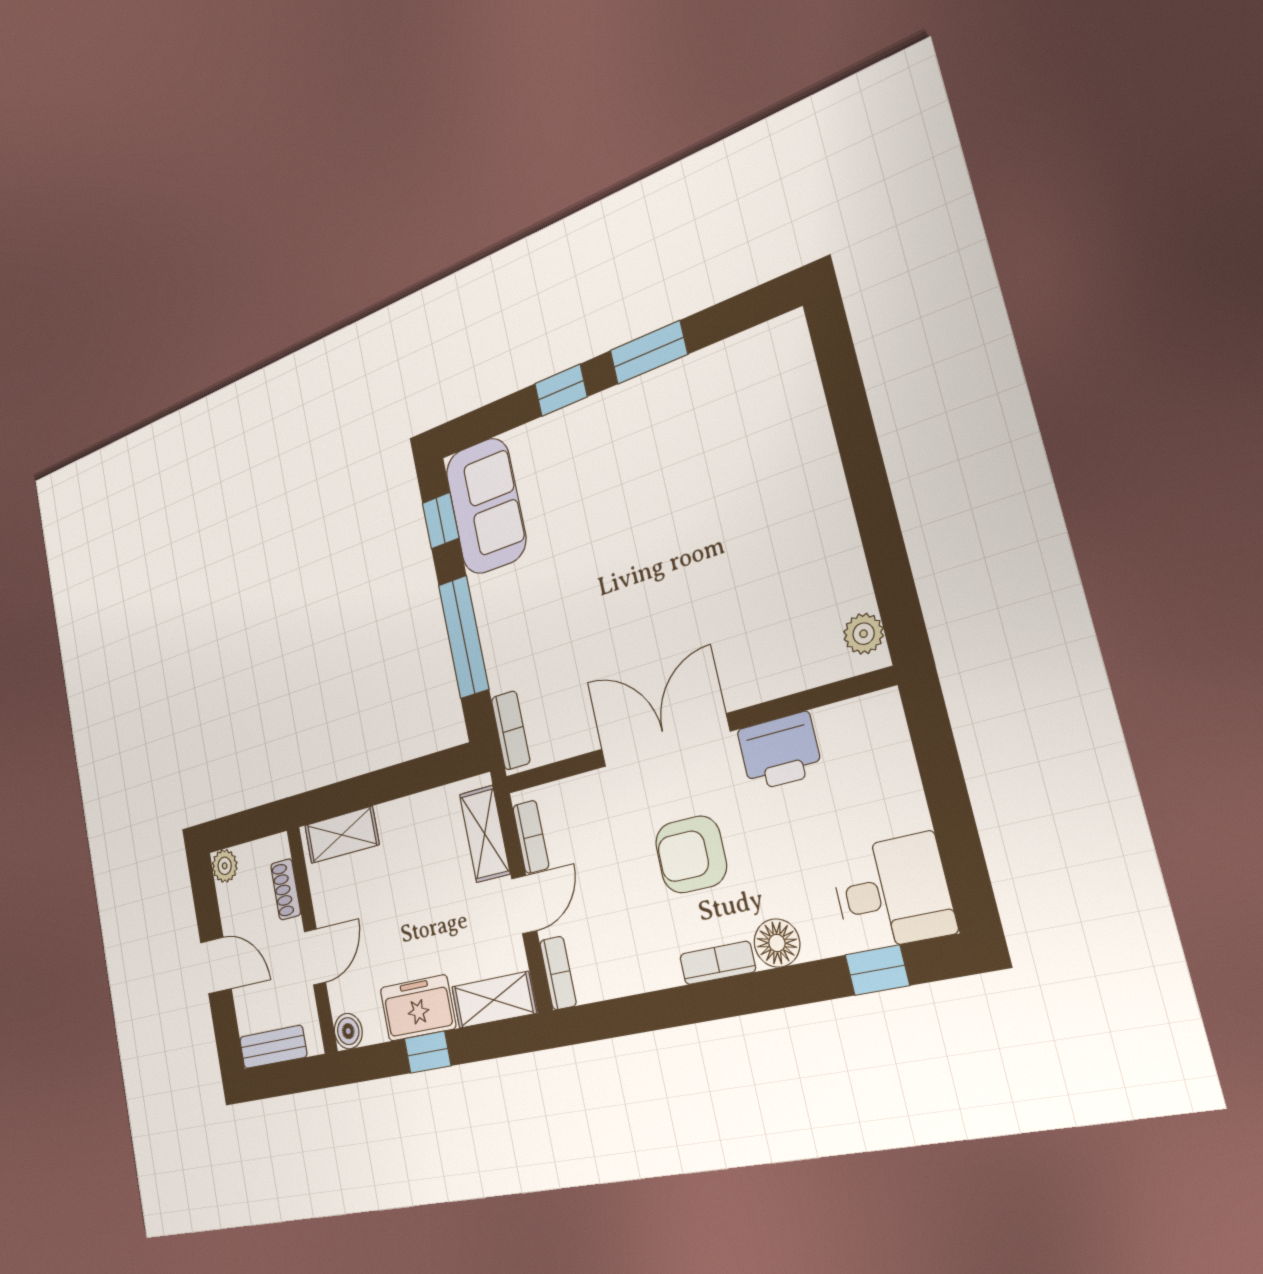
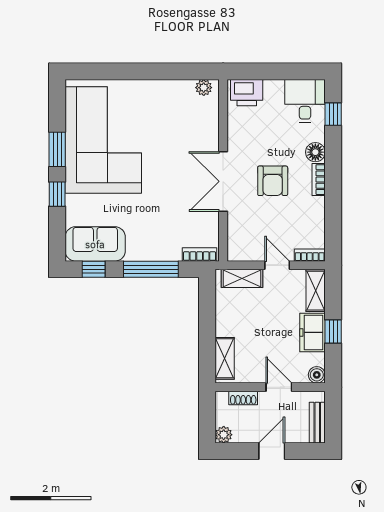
corner sofa: (691, 444) -> (103, 140), added
printer: (780, 751) -> (247, 93), moved, turned 90
bookcase: (531, 837) -> (249, 255), removed

